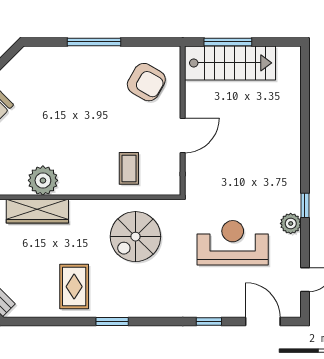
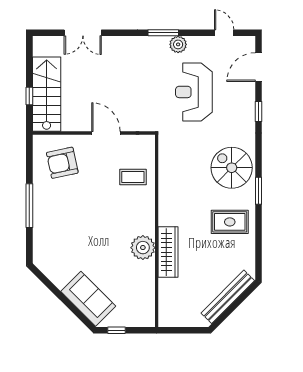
window: (228, 42) -> (29, 96), width x0.46
armchair: (146, 82) -> (62, 163), turned -132
double door: (305, 107) -> (83, 33), added
window: (305, 205) -> (163, 33), width x1.50
spiral stairs: (135, 237) -> (232, 168), moved, turned 180

